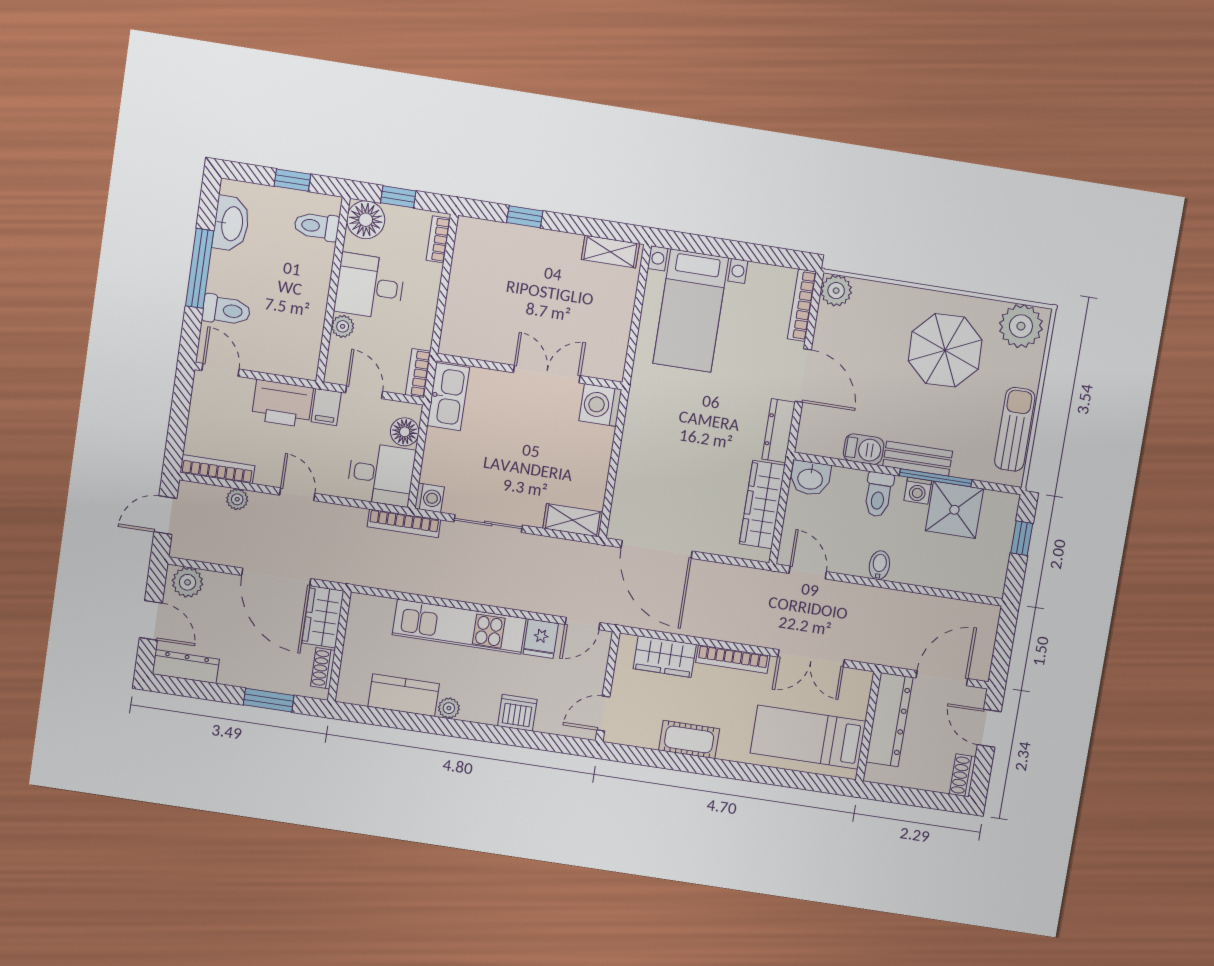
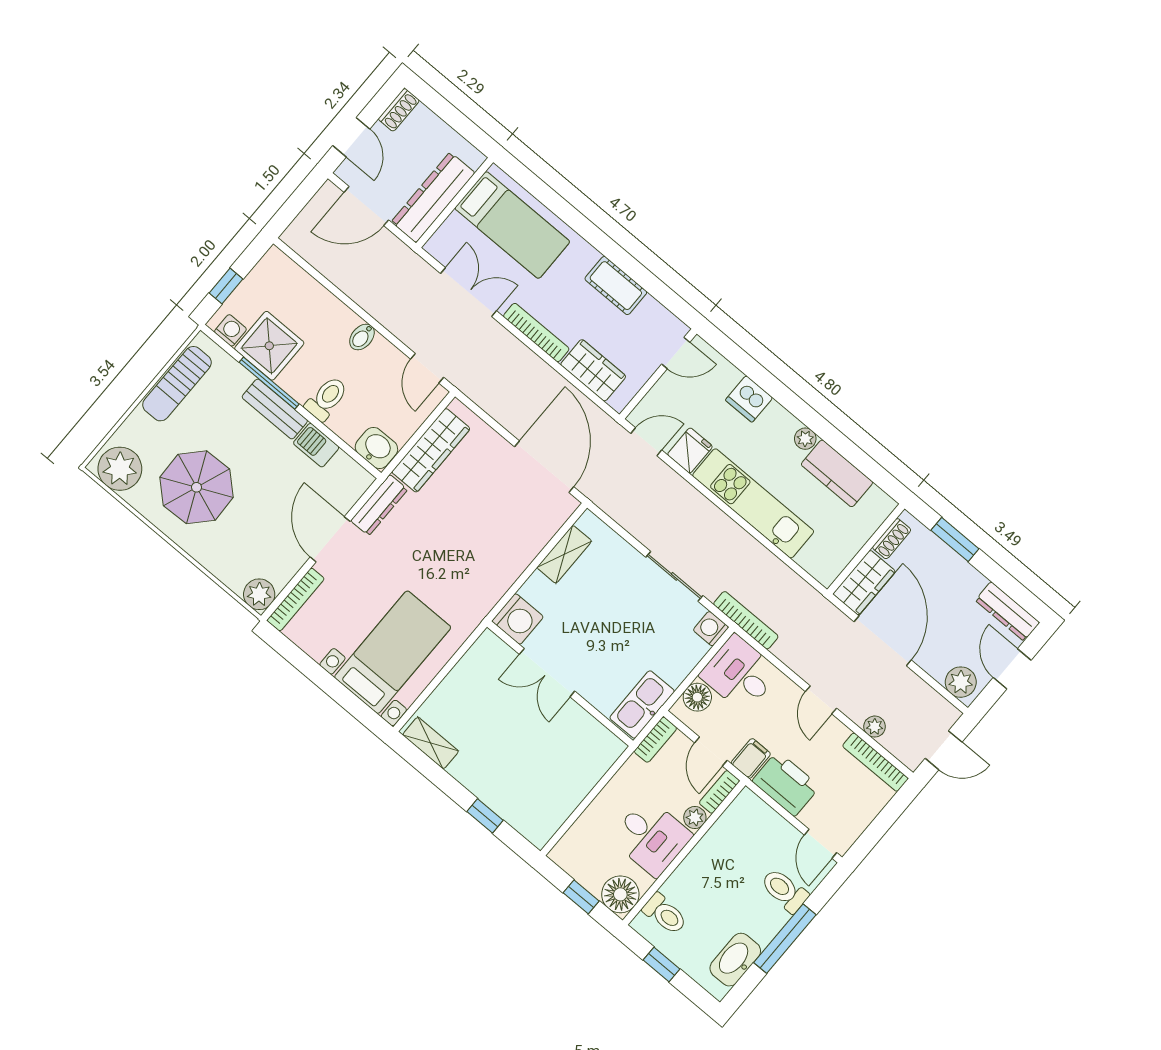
bookcase: (438, 239) -> (719, 792), moved, turned 180
washing machine: (918, 491) -> (230, 330), moved
shelving: (573, 520) -> (564, 554), moved, turned 90

